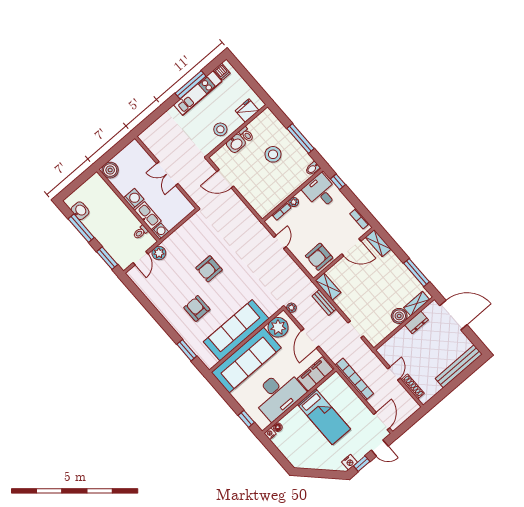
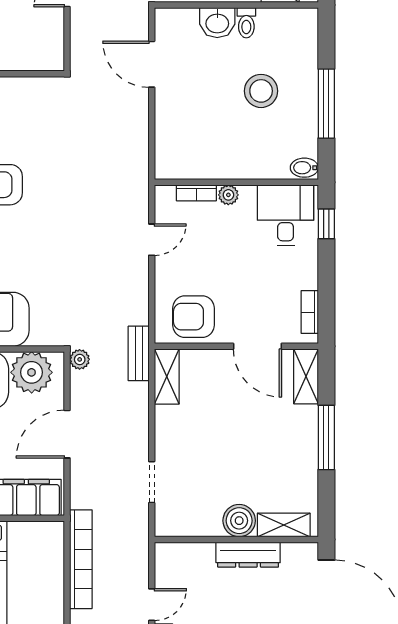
window: (417, 273) -> (326, 437), moved
bench: (324, 303) -> (139, 353), moved
dresser: (417, 322) -> (248, 555), width x1.44

